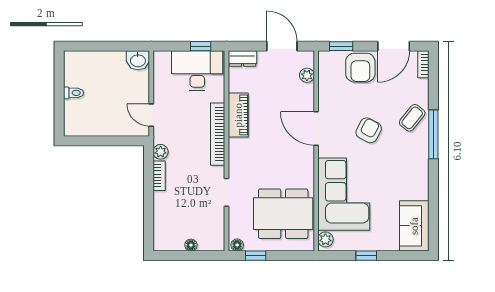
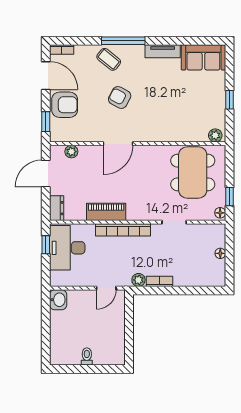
tv unit: (421, 179) -> (163, 51), added
corner sofa: (344, 194) -> (176, 119), removed

